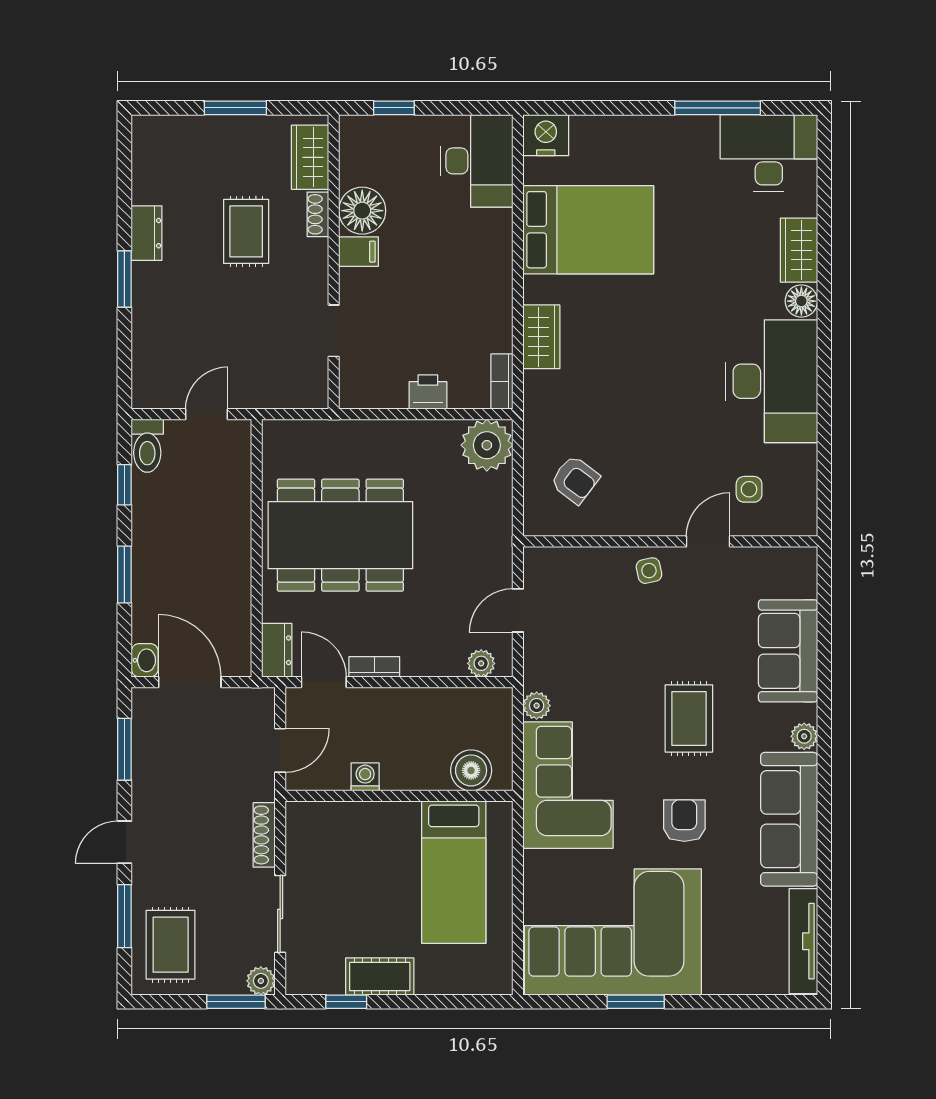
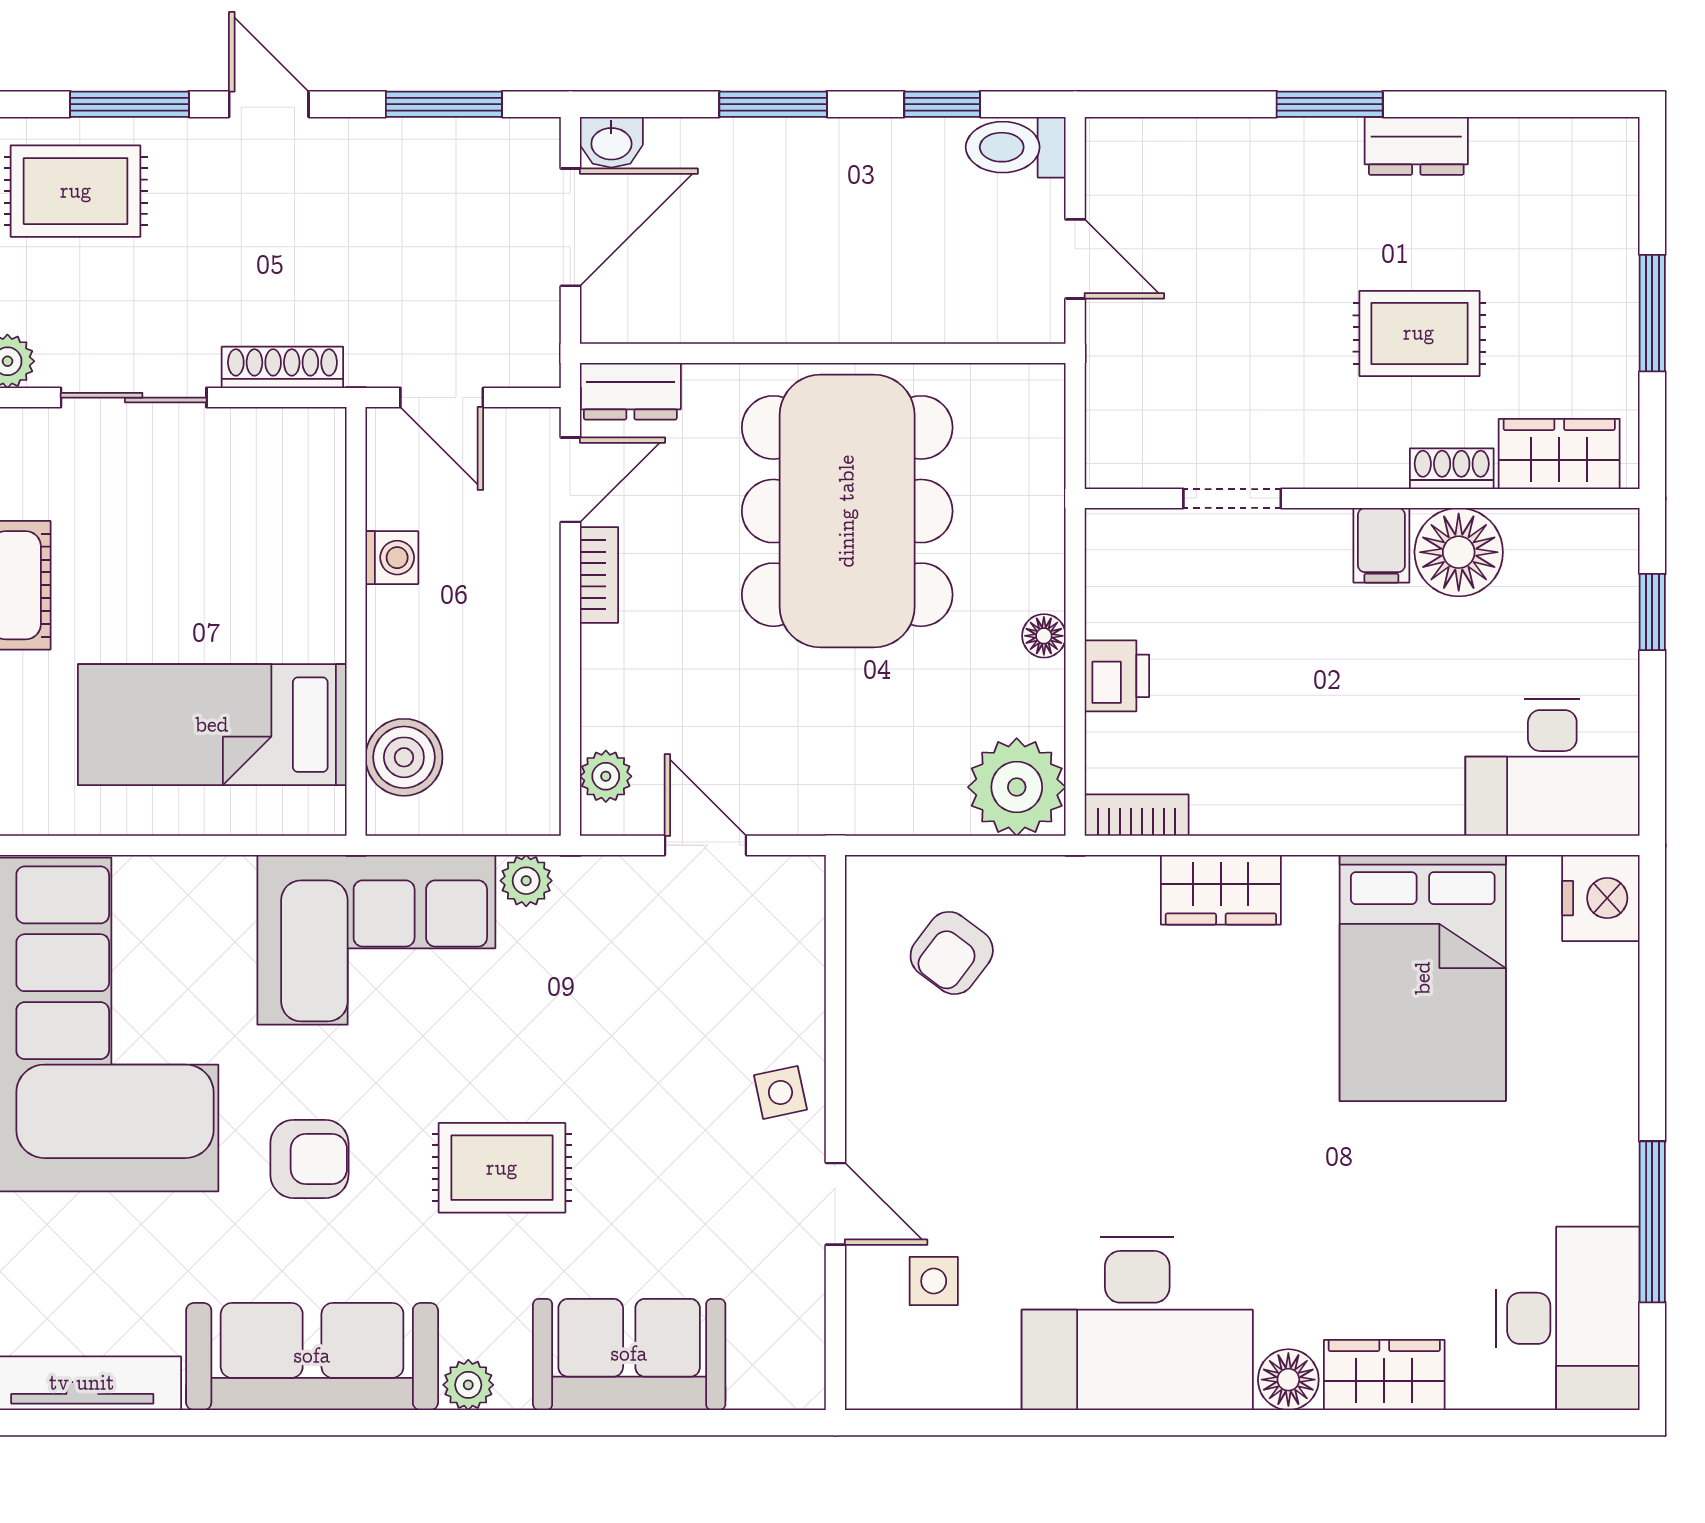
floor lamp: (407, 431) -> (1044, 636), added

